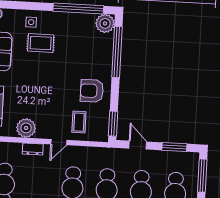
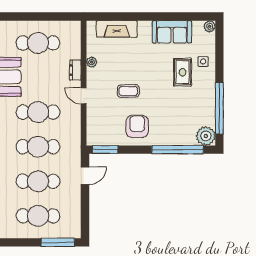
coffee table: (79, 122) -> (128, 91), moved
plant: (26, 128) -> (92, 62), width x0.53, depth x0.53
window: (174, 147) -> (85, 213), removed

